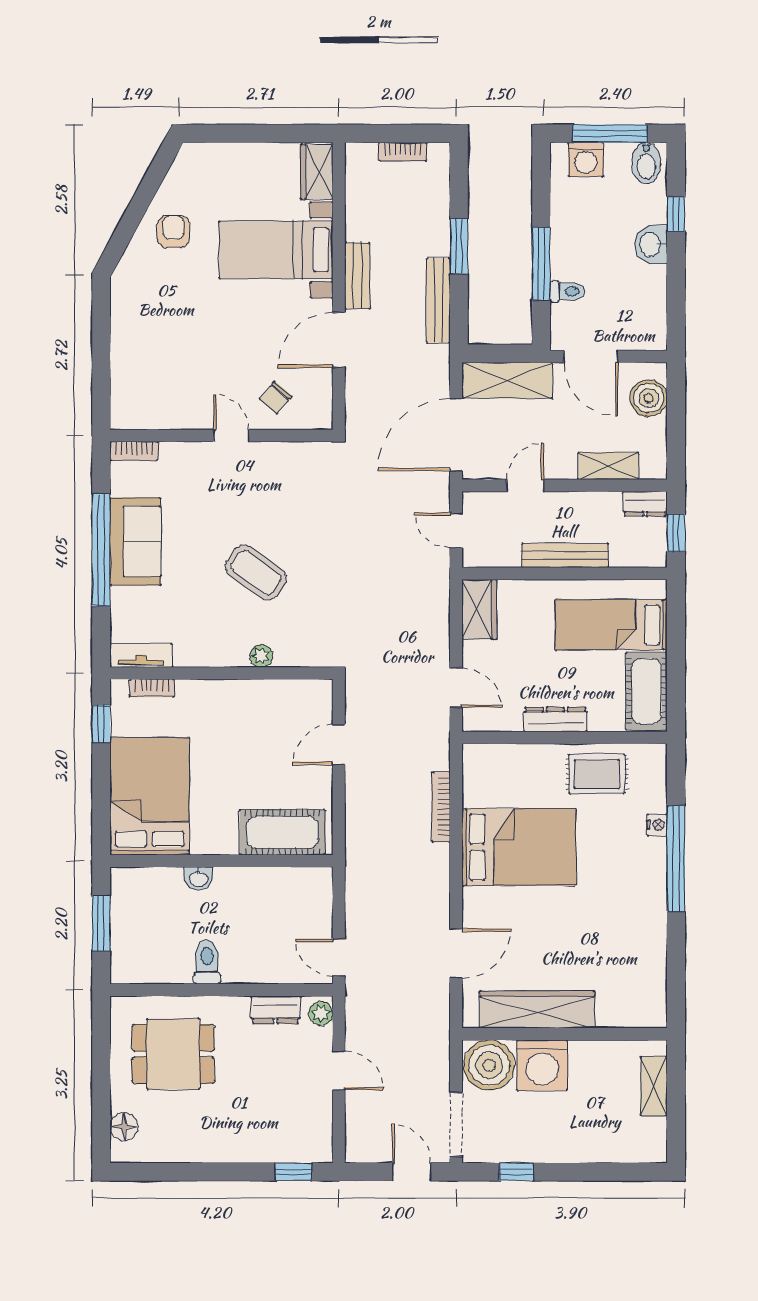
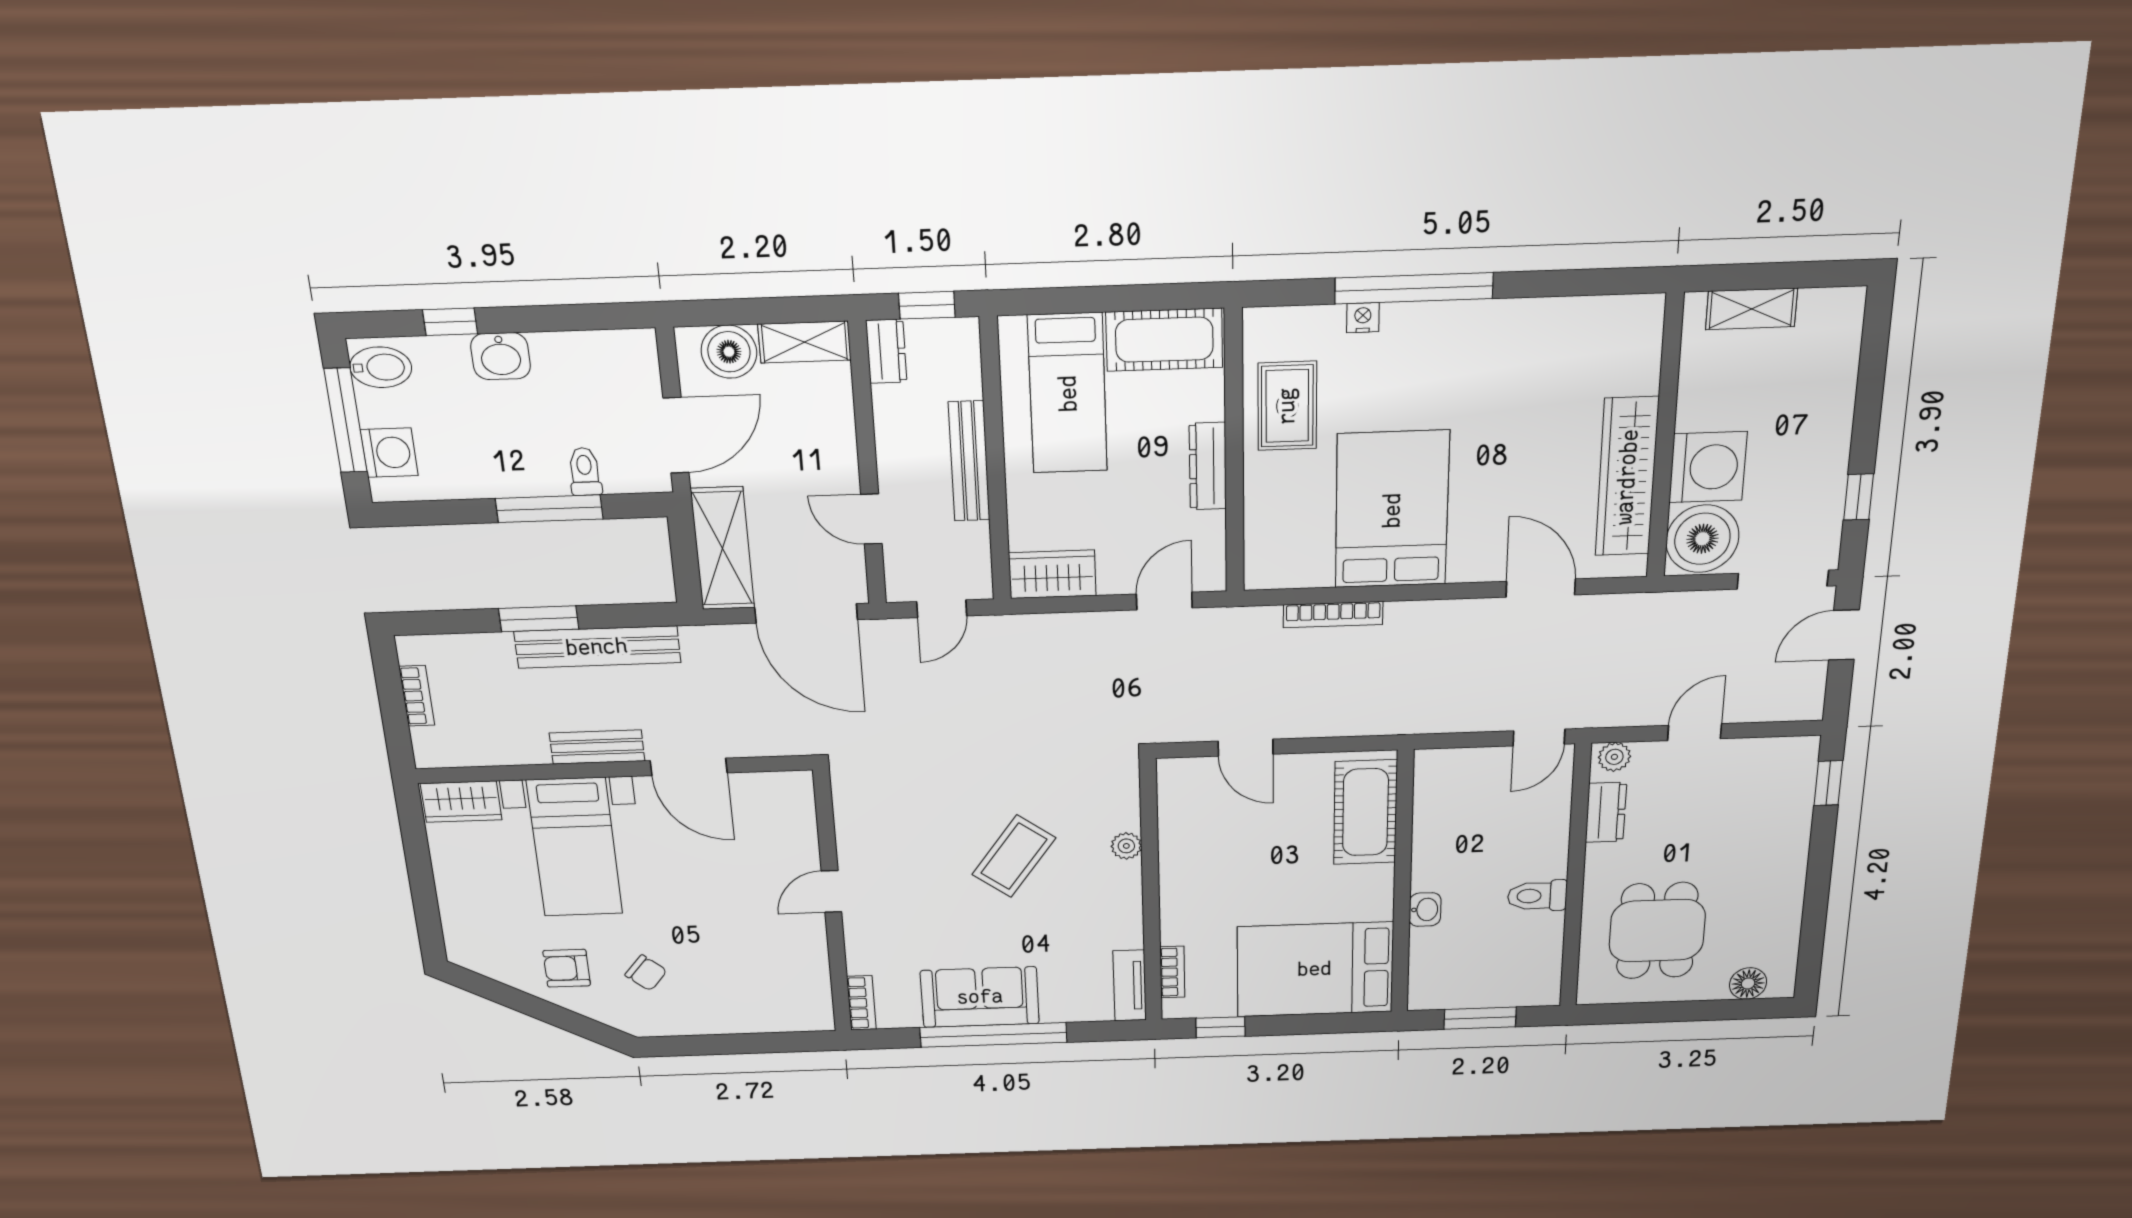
bench: (438, 300) -> (597, 647), width x1.37, depth x1.21
chair: (276, 398) -> (646, 973), moved
shelving: (608, 466) -> (804, 342), moved, turned 90

